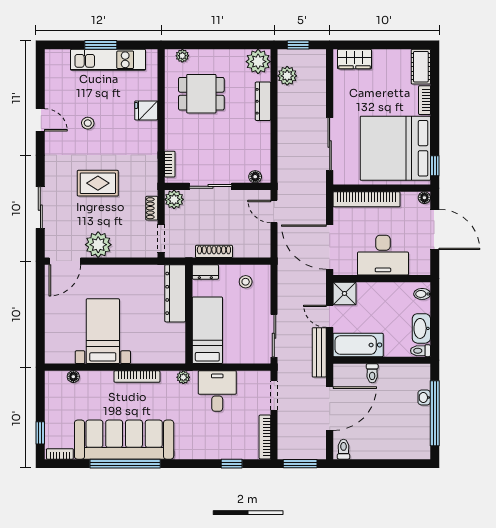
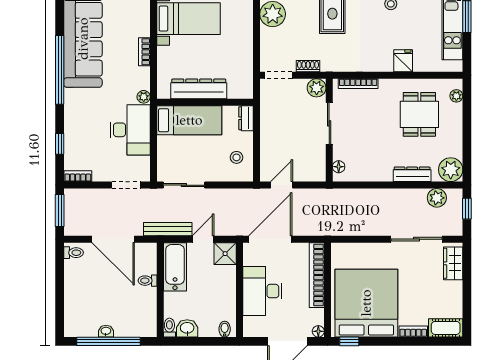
sliding door: (330, 144) -> (416, 239), moved
bookcase: (170, 164) -> (358, 84), width x1.56
door: (274, 211) -> (282, 185), moved
shoe rack: (214, 251) -> (266, 127), removed
dresser: (175, 293) -> (199, 89), moved
washbasin: (421, 328) -> (187, 328), width x0.72
bookcase: (137, 376) -> (144, 52), width x0.64
desk: (217, 391) -> (130, 130), width x1.37
washbasin: (424, 397) -> (106, 331), moved
bookcase: (265, 437) -> (78, 176), width x0.64
window: (125, 464) -> (60, 70), moved

